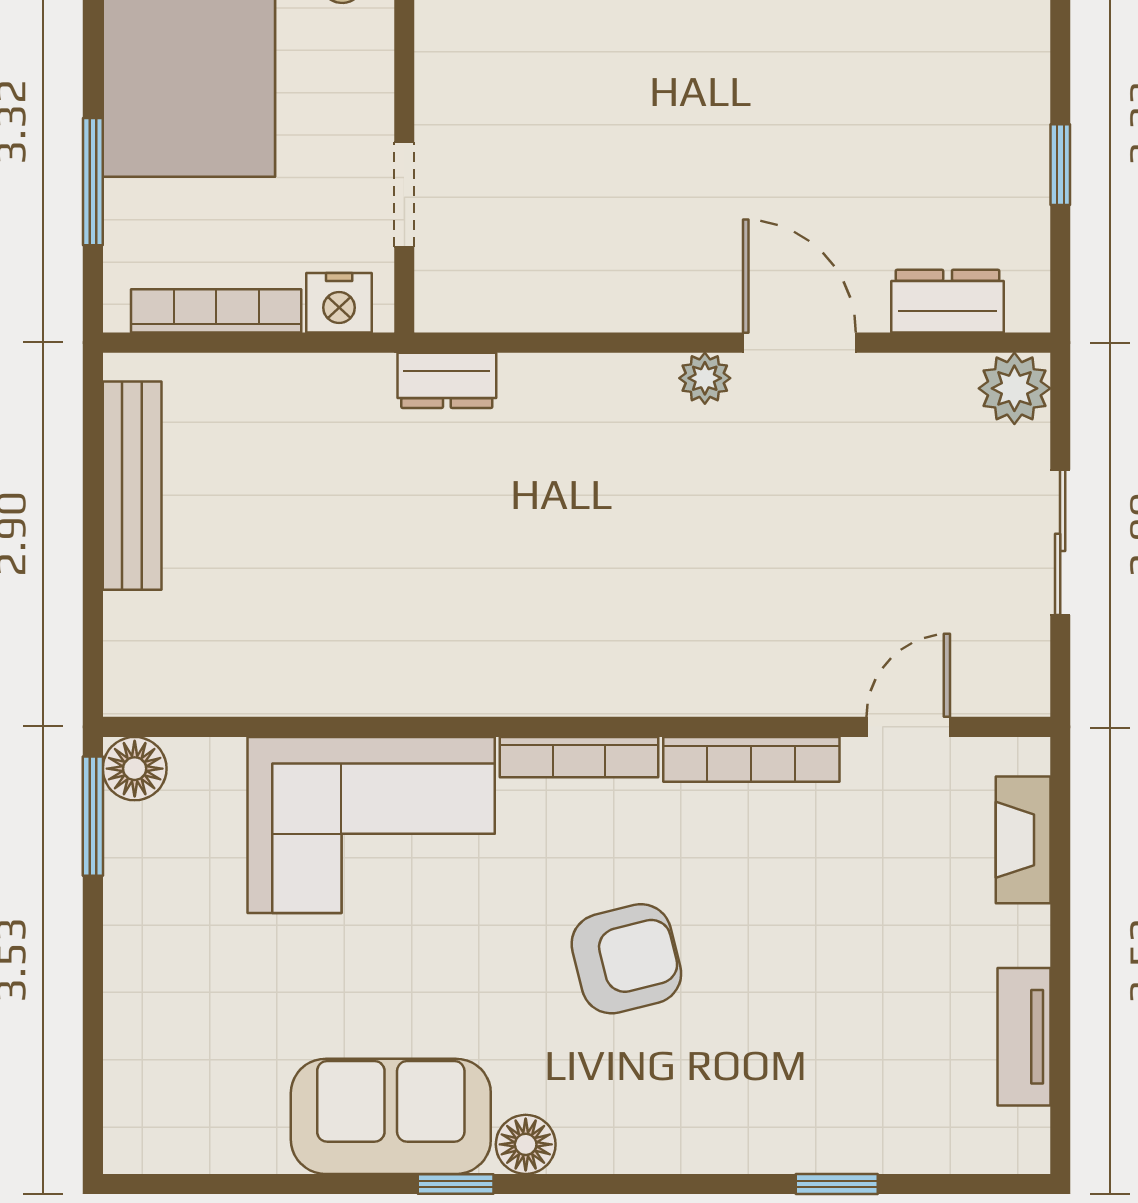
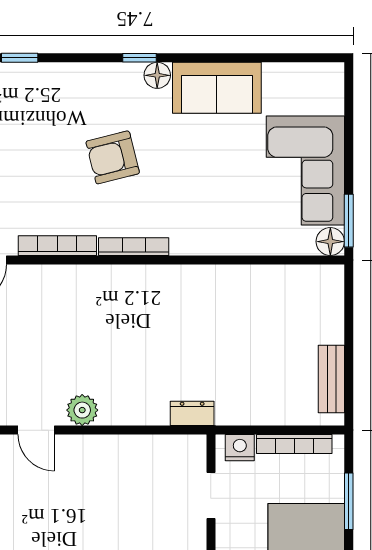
door: (799, 343) -> (36, 430), width x0.73
plant: (705, 378) -> (82, 410), width x1.38, depth x1.38
bench: (132, 486) -> (331, 379), width x0.73
corner sofa: (371, 825) -> (305, 170), moved, turned -90
window: (456, 1184) -> (140, 58), moved

